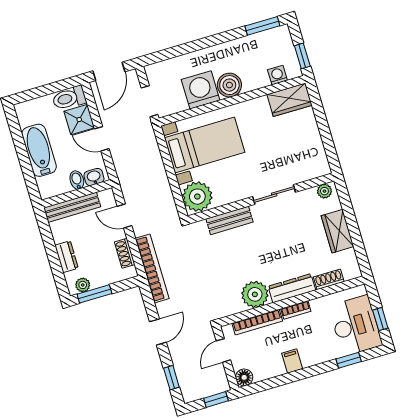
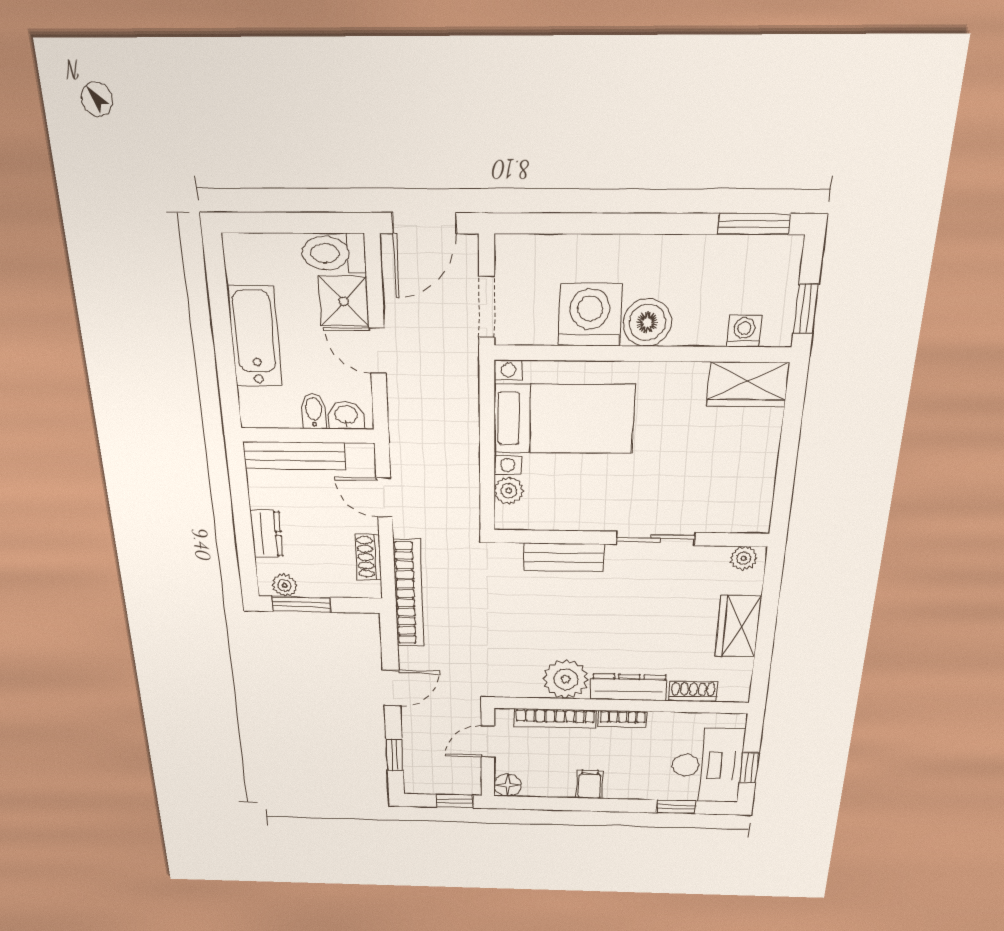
plant: (197, 197) -> (509, 491), width x0.53, depth x0.53

